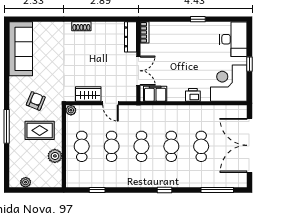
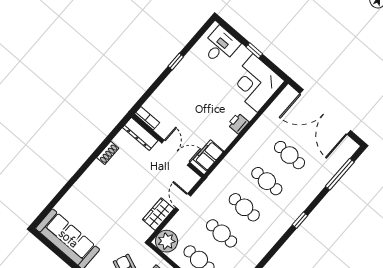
shoe rack: (81, 26) -> (108, 153), moved
desk: (233, 39) -> (220, 46), width x0.73
door: (110, 103) -> (183, 202), swing flipped
plant: (71, 110) -> (167, 241), width x1.88, depth x1.88

